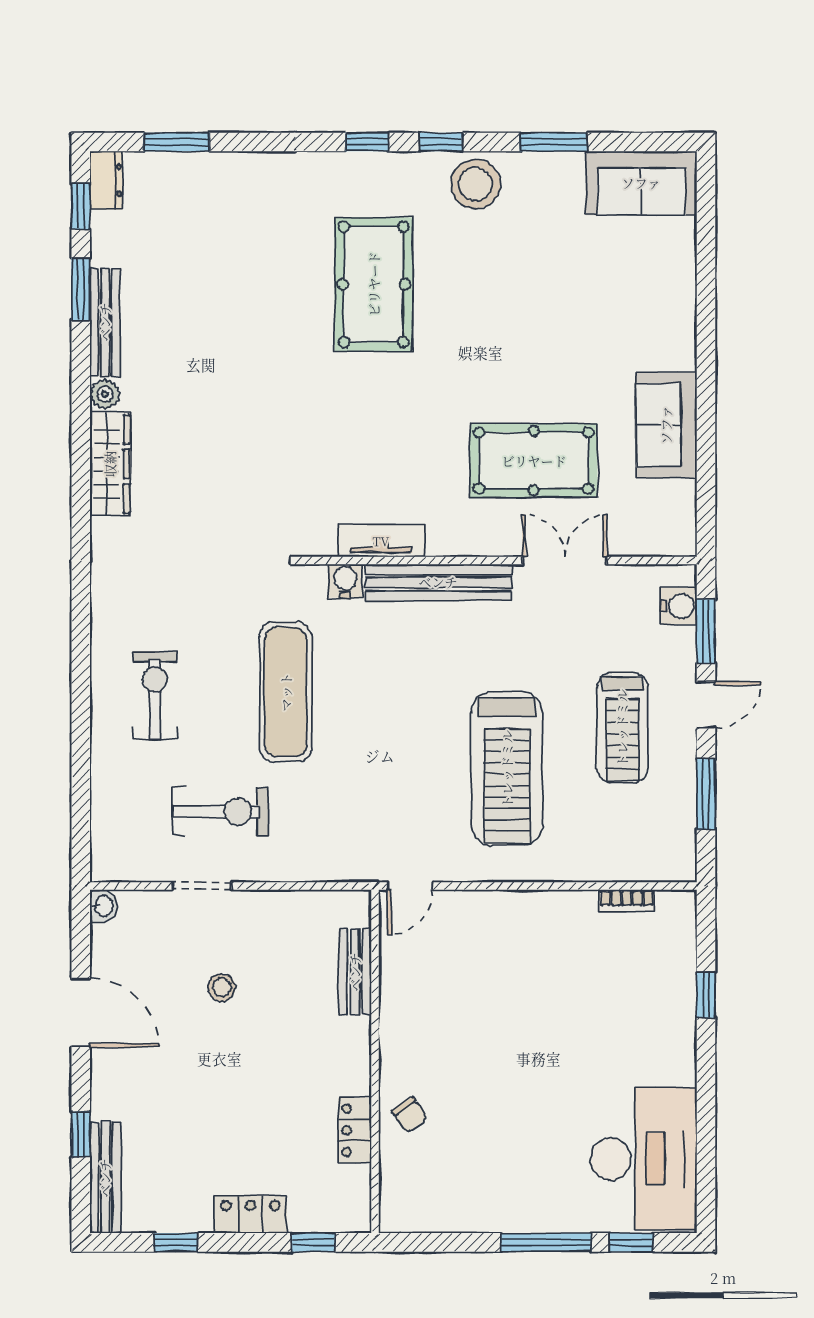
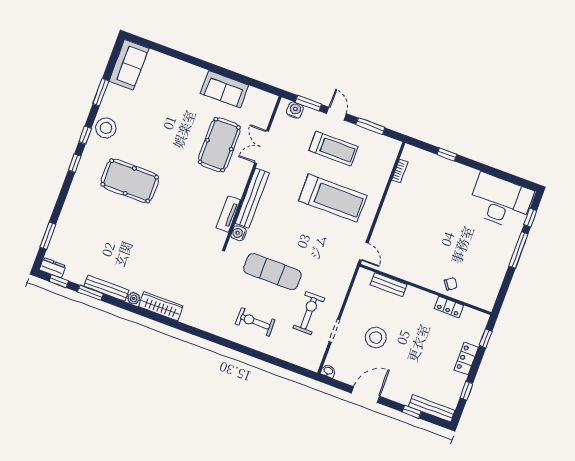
stool: (222, 988) -> (376, 337), width x1.89, depth x1.89

